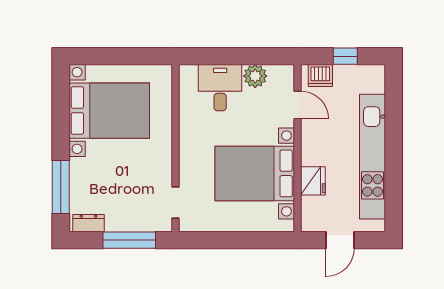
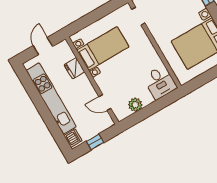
dishwasher: (320, 76) -> (73, 138), moved, turned 90
desk: (220, 88) -> (160, 82), moved
bed with nightstands: (255, 173) -> (103, 48), width x0.73

